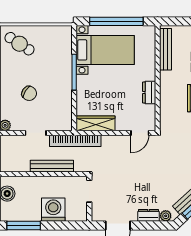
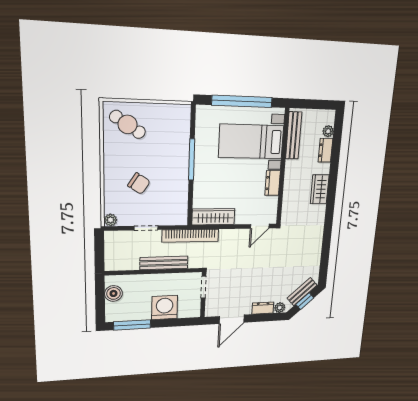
bed with nightstands: (105, 50) -> (251, 142), moved, turned 180

